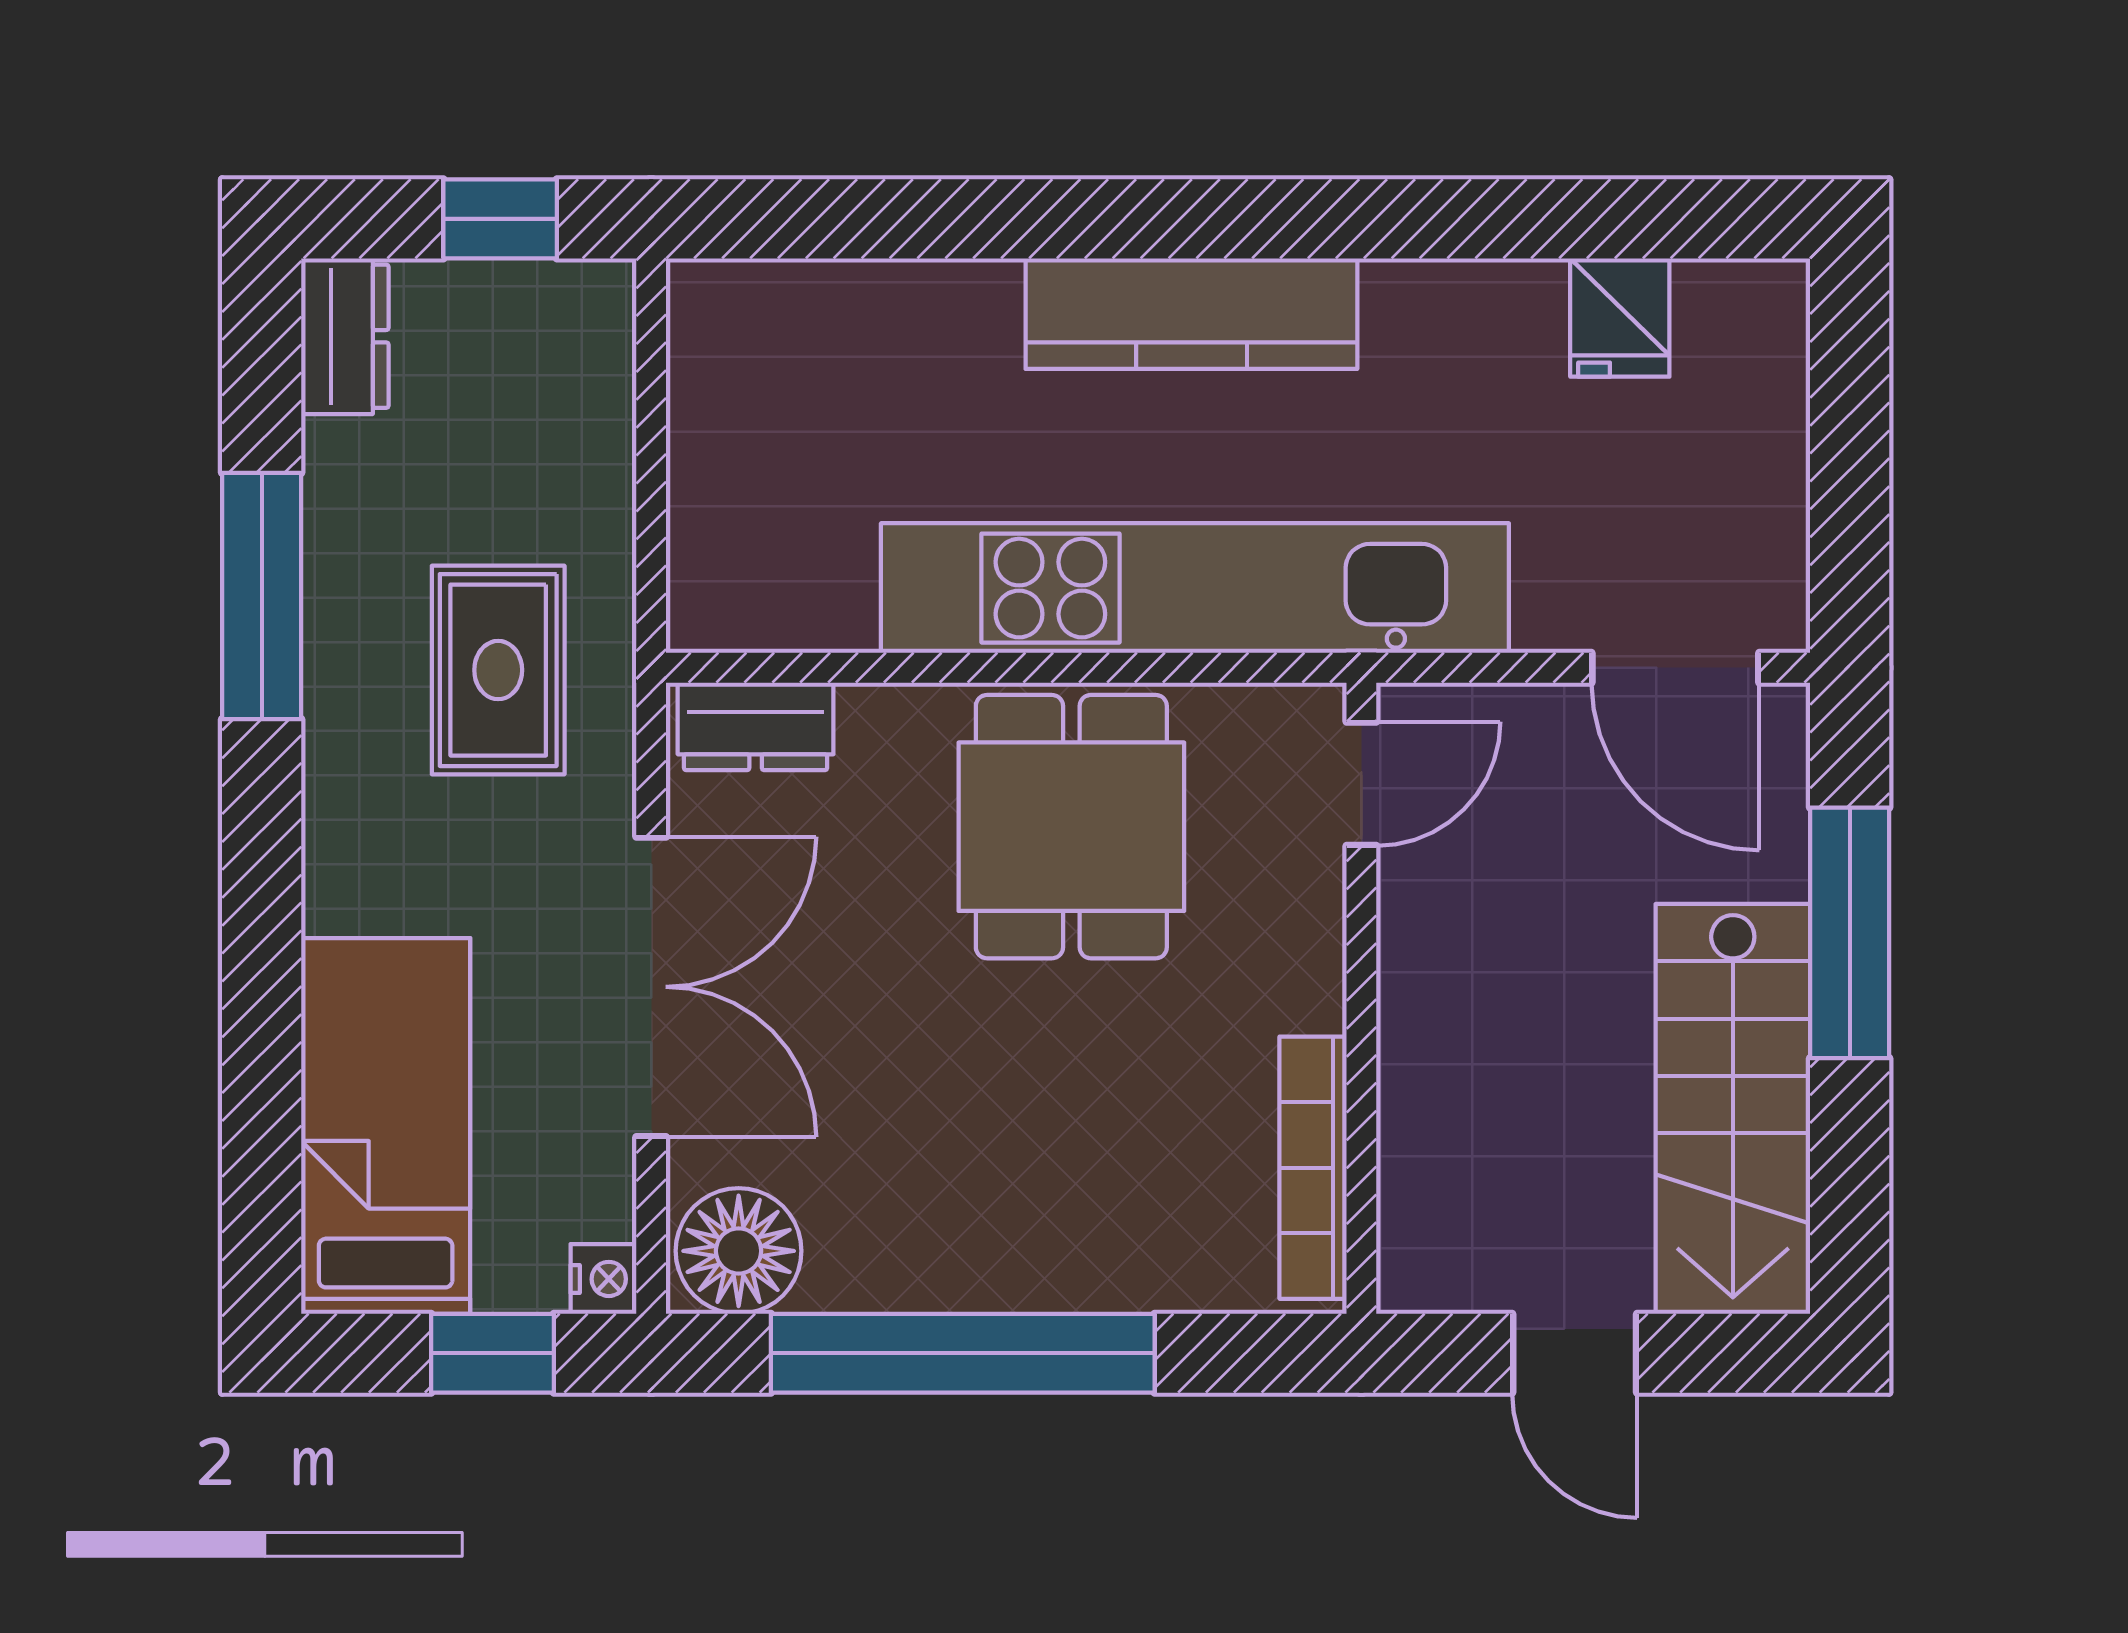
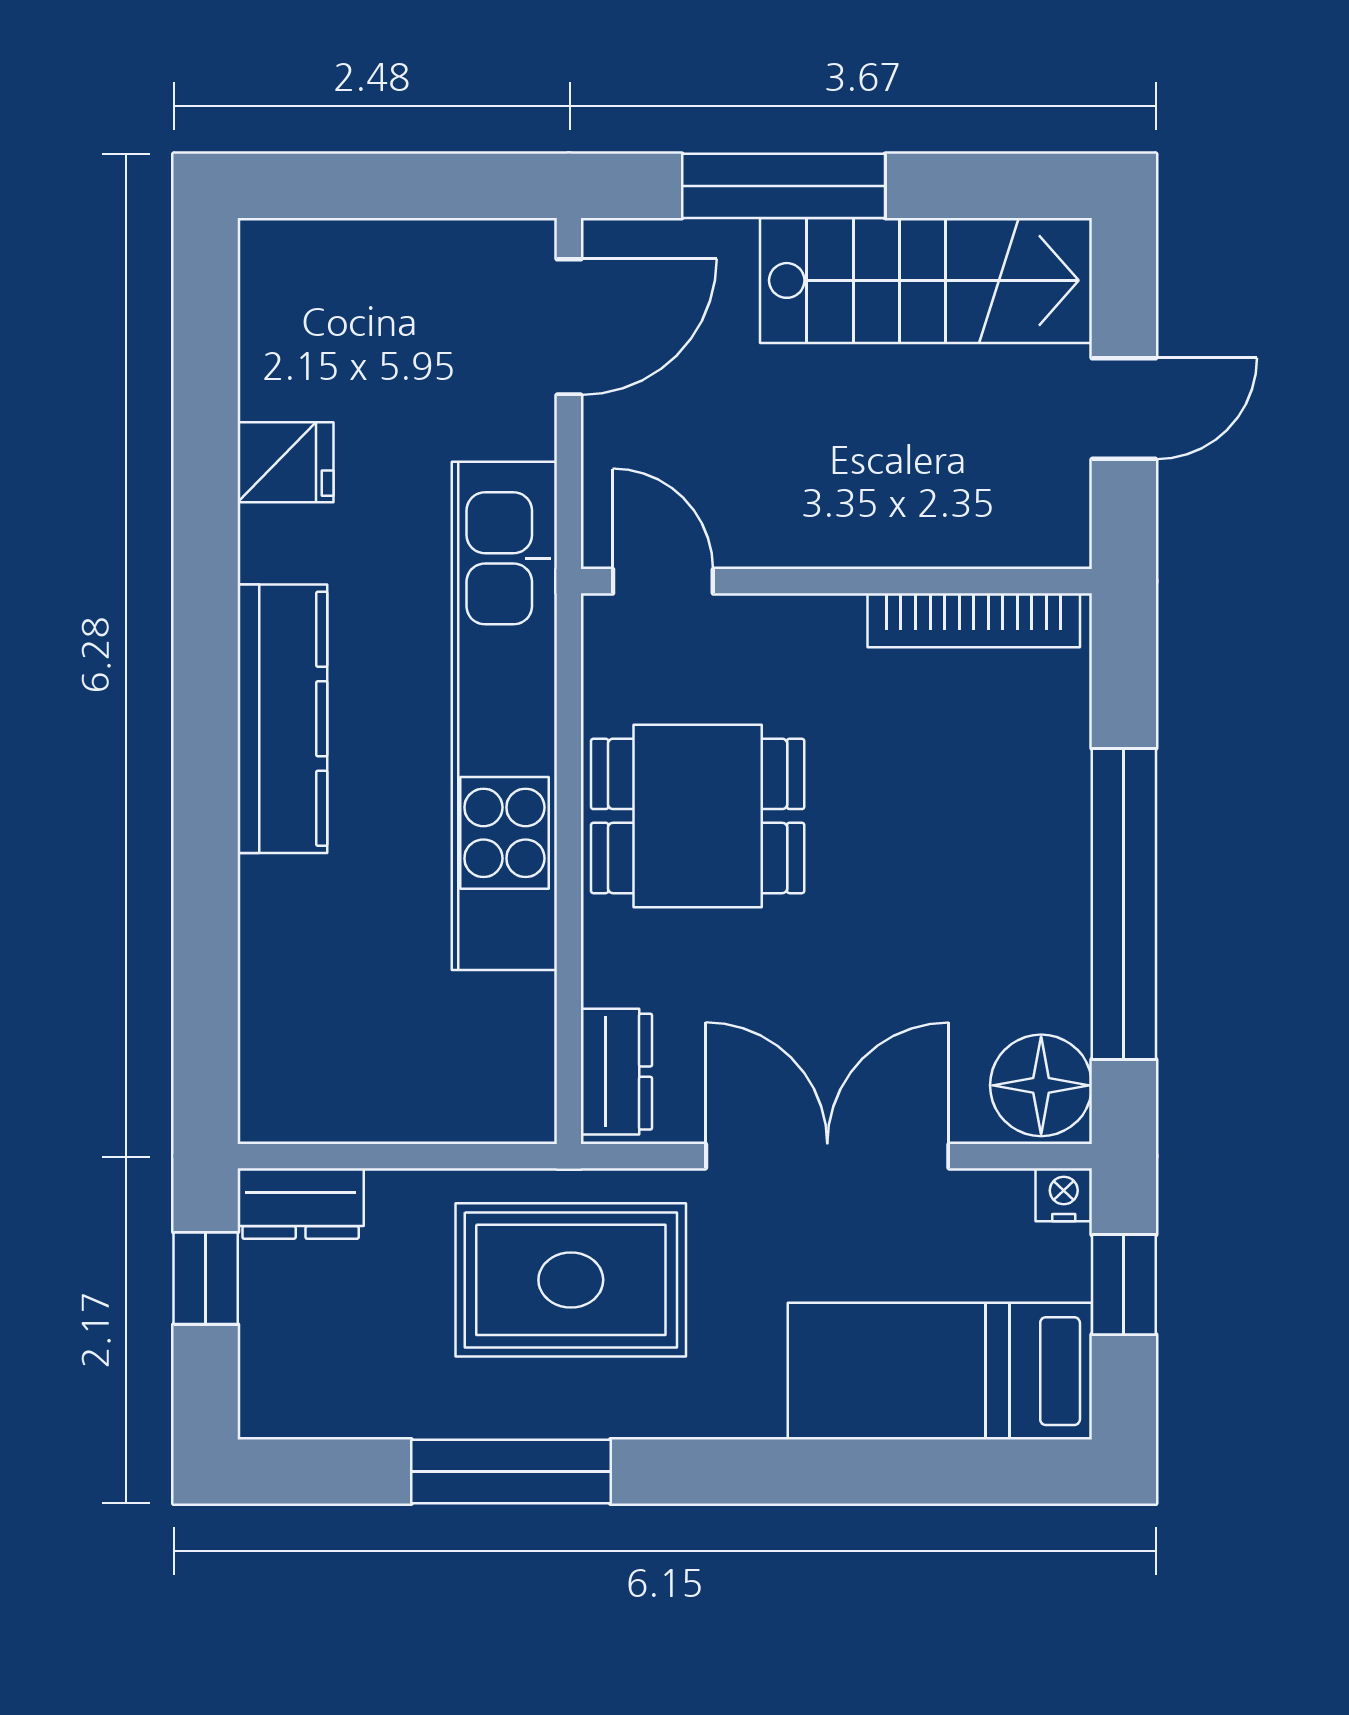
fridge: (1620, 318) -> (285, 462), moved
dresser: (345, 336) -> (301, 1204), moved, turned 180
rug: (498, 670) -> (571, 1280), width x1.36, depth x1.43

